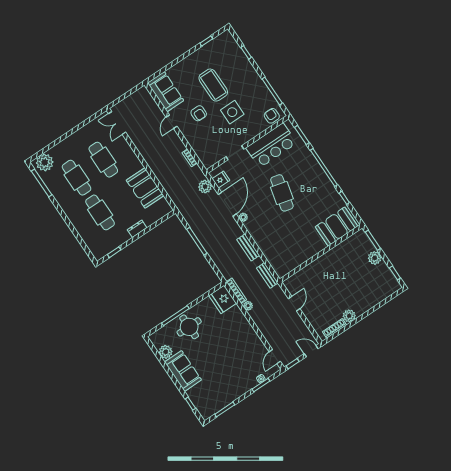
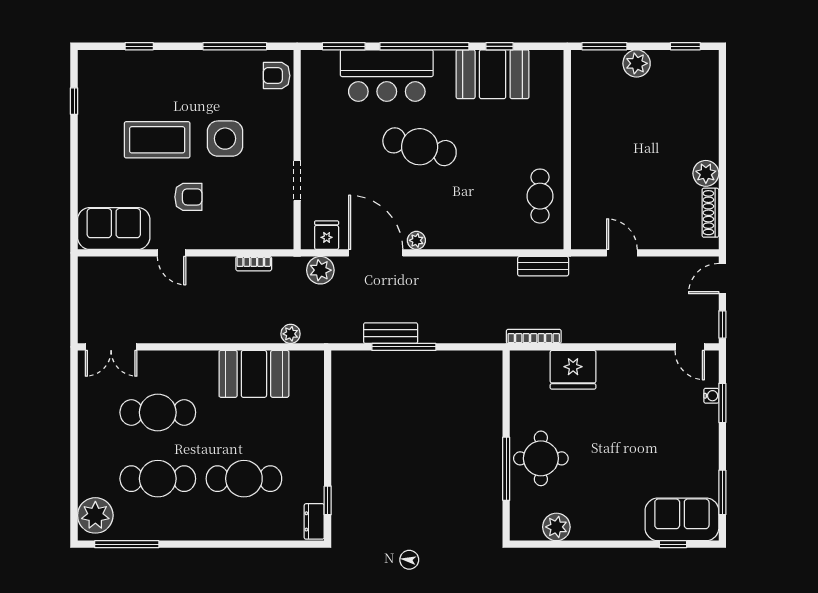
bar counter: (271, 145) -> (387, 76), moved, turned 90
booth: (336, 227) -> (493, 74), moved, turned 90
dresser: (137, 229) -> (314, 521), moved
bench: (248, 247) -> (391, 333), moved
cafe table: (295, 255) -> (540, 196), added
fridge: (223, 299) -> (573, 370), moved
plant: (248, 306) -> (291, 334), moved
sofa: (183, 371) -> (682, 519), moved

